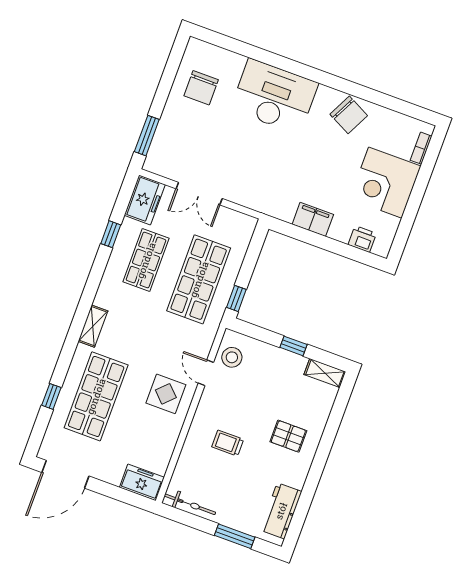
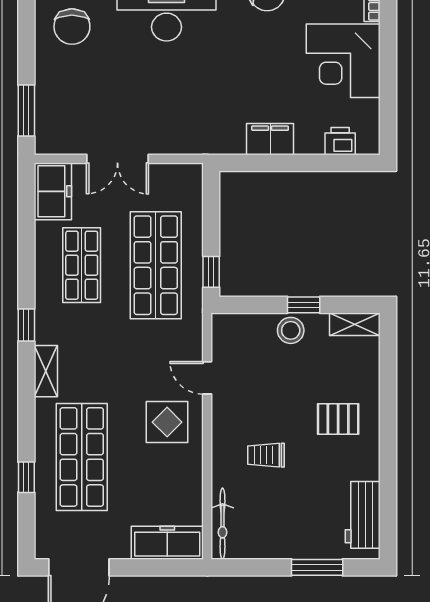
window: (111, 234) -> (26, 325), moved
stool: (232, 357) -> (291, 330), moved
freezer: (142, 482) -> (167, 543), width x1.40
bicycle: (190, 504) -> (222, 524), moved, turned 90

